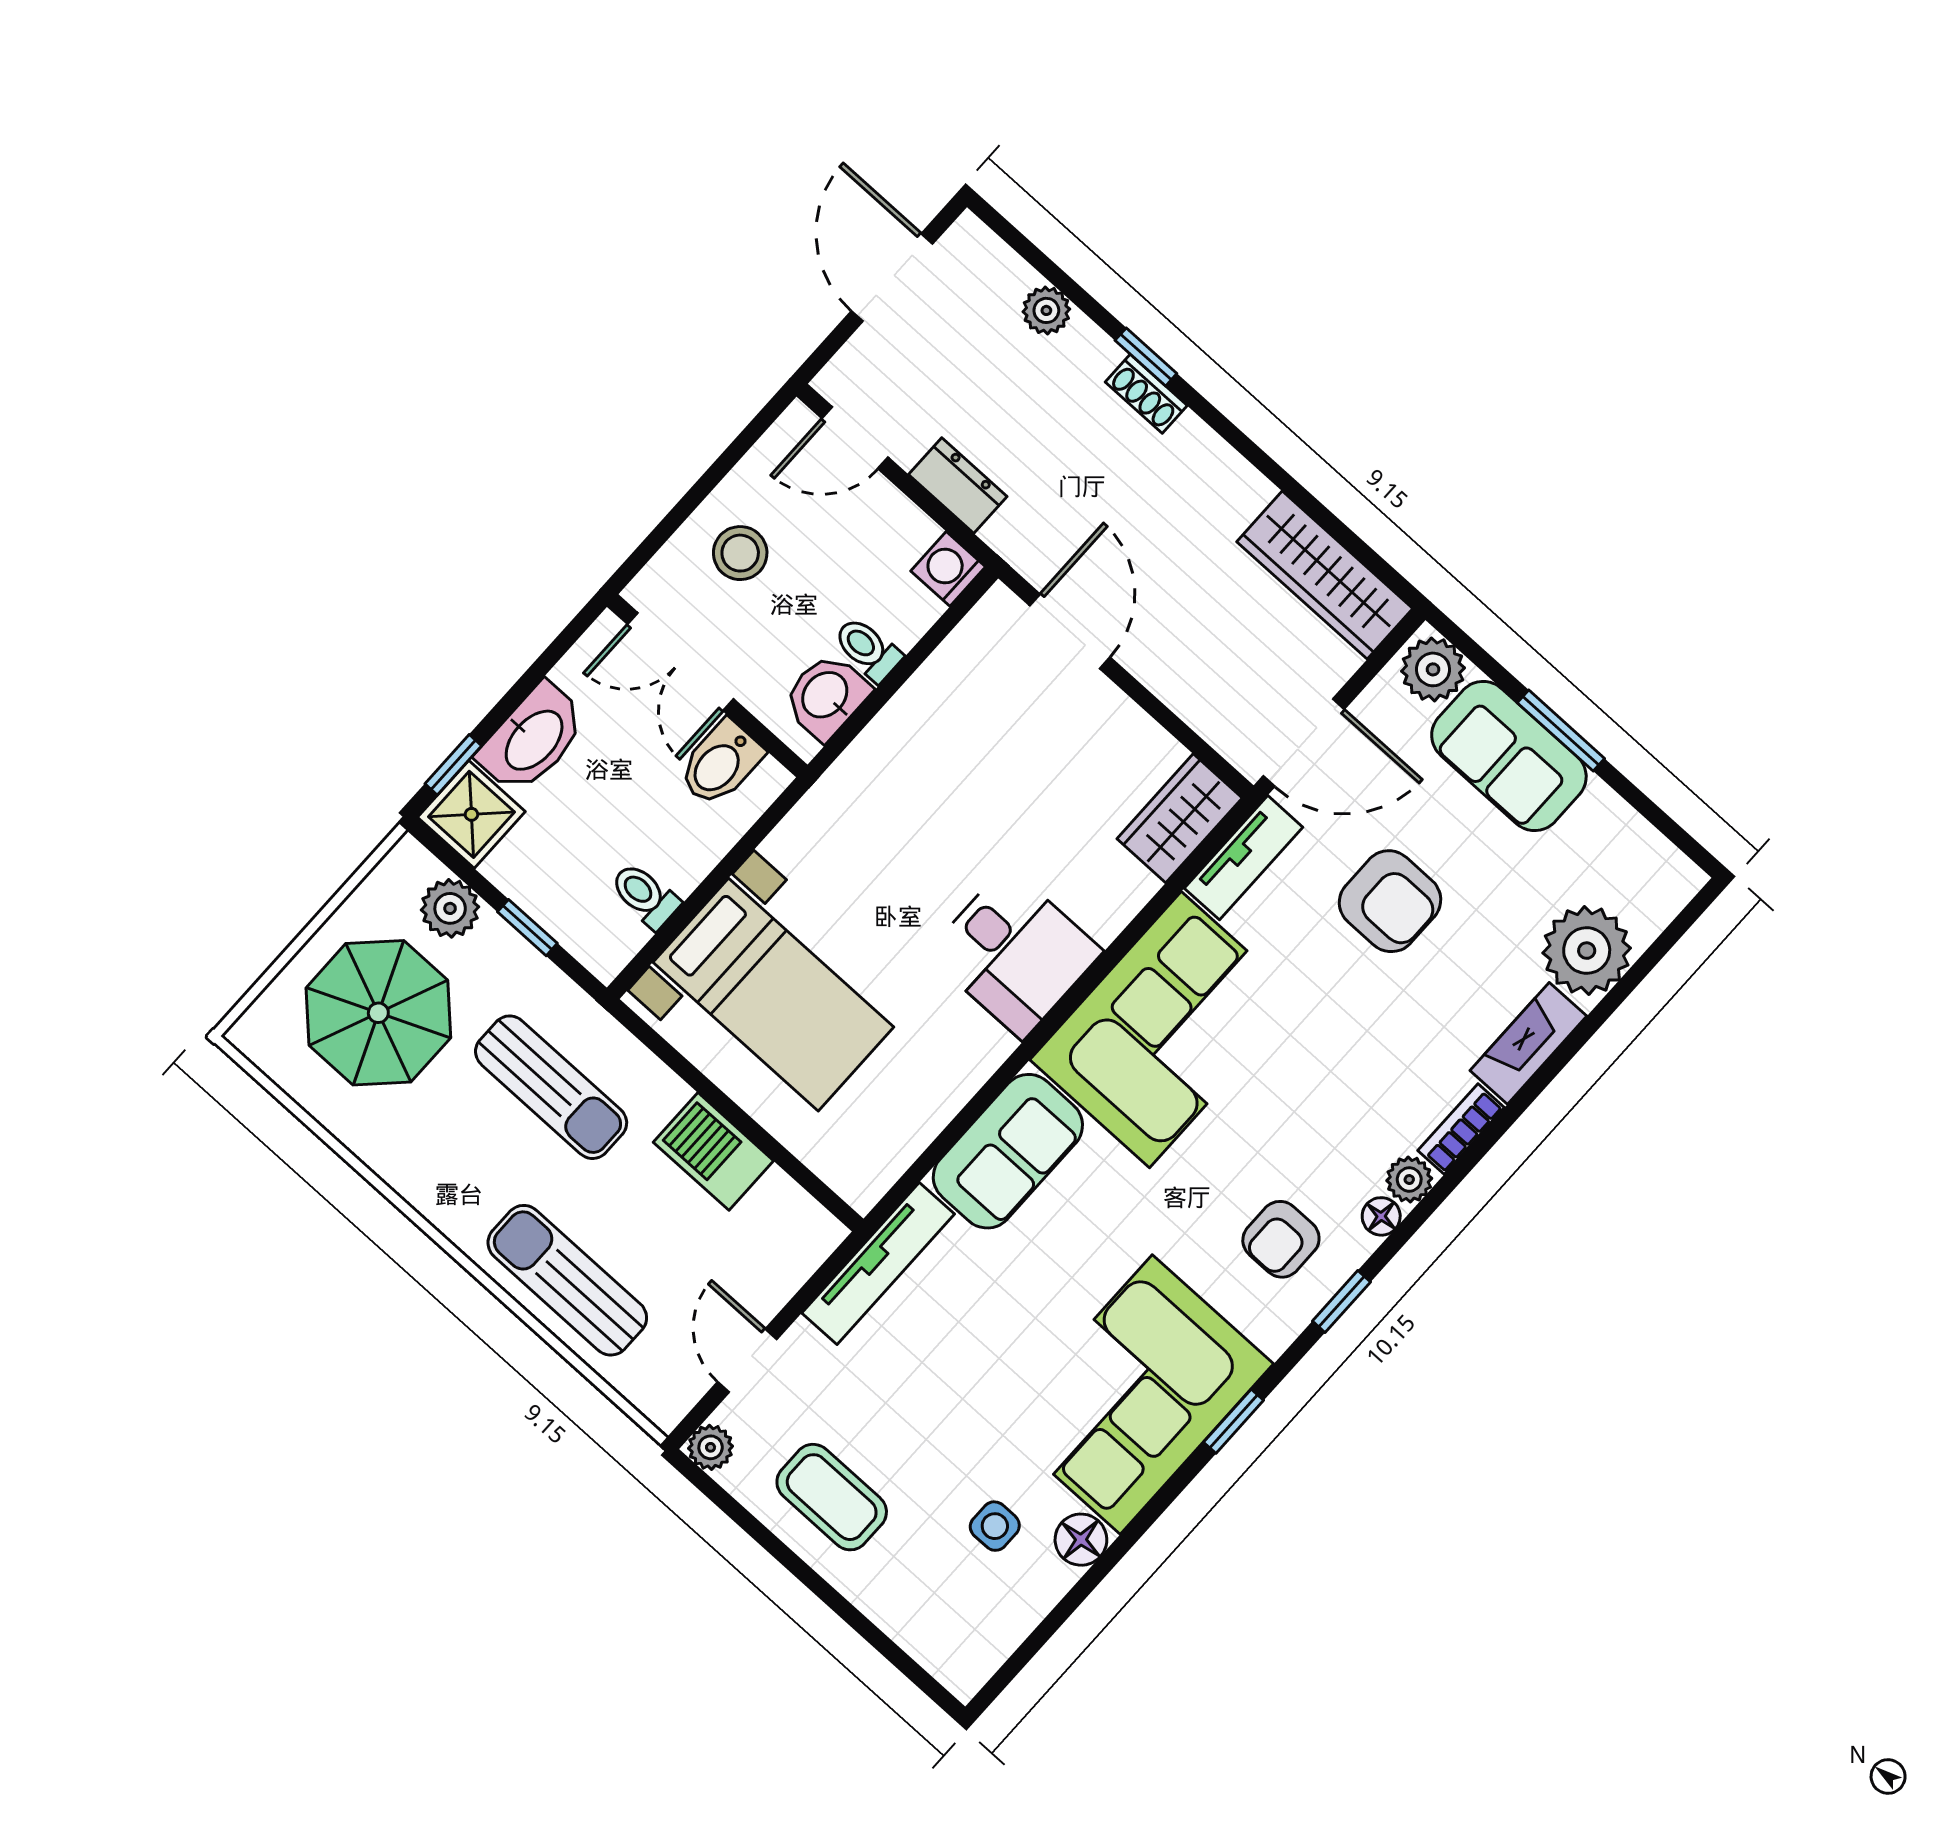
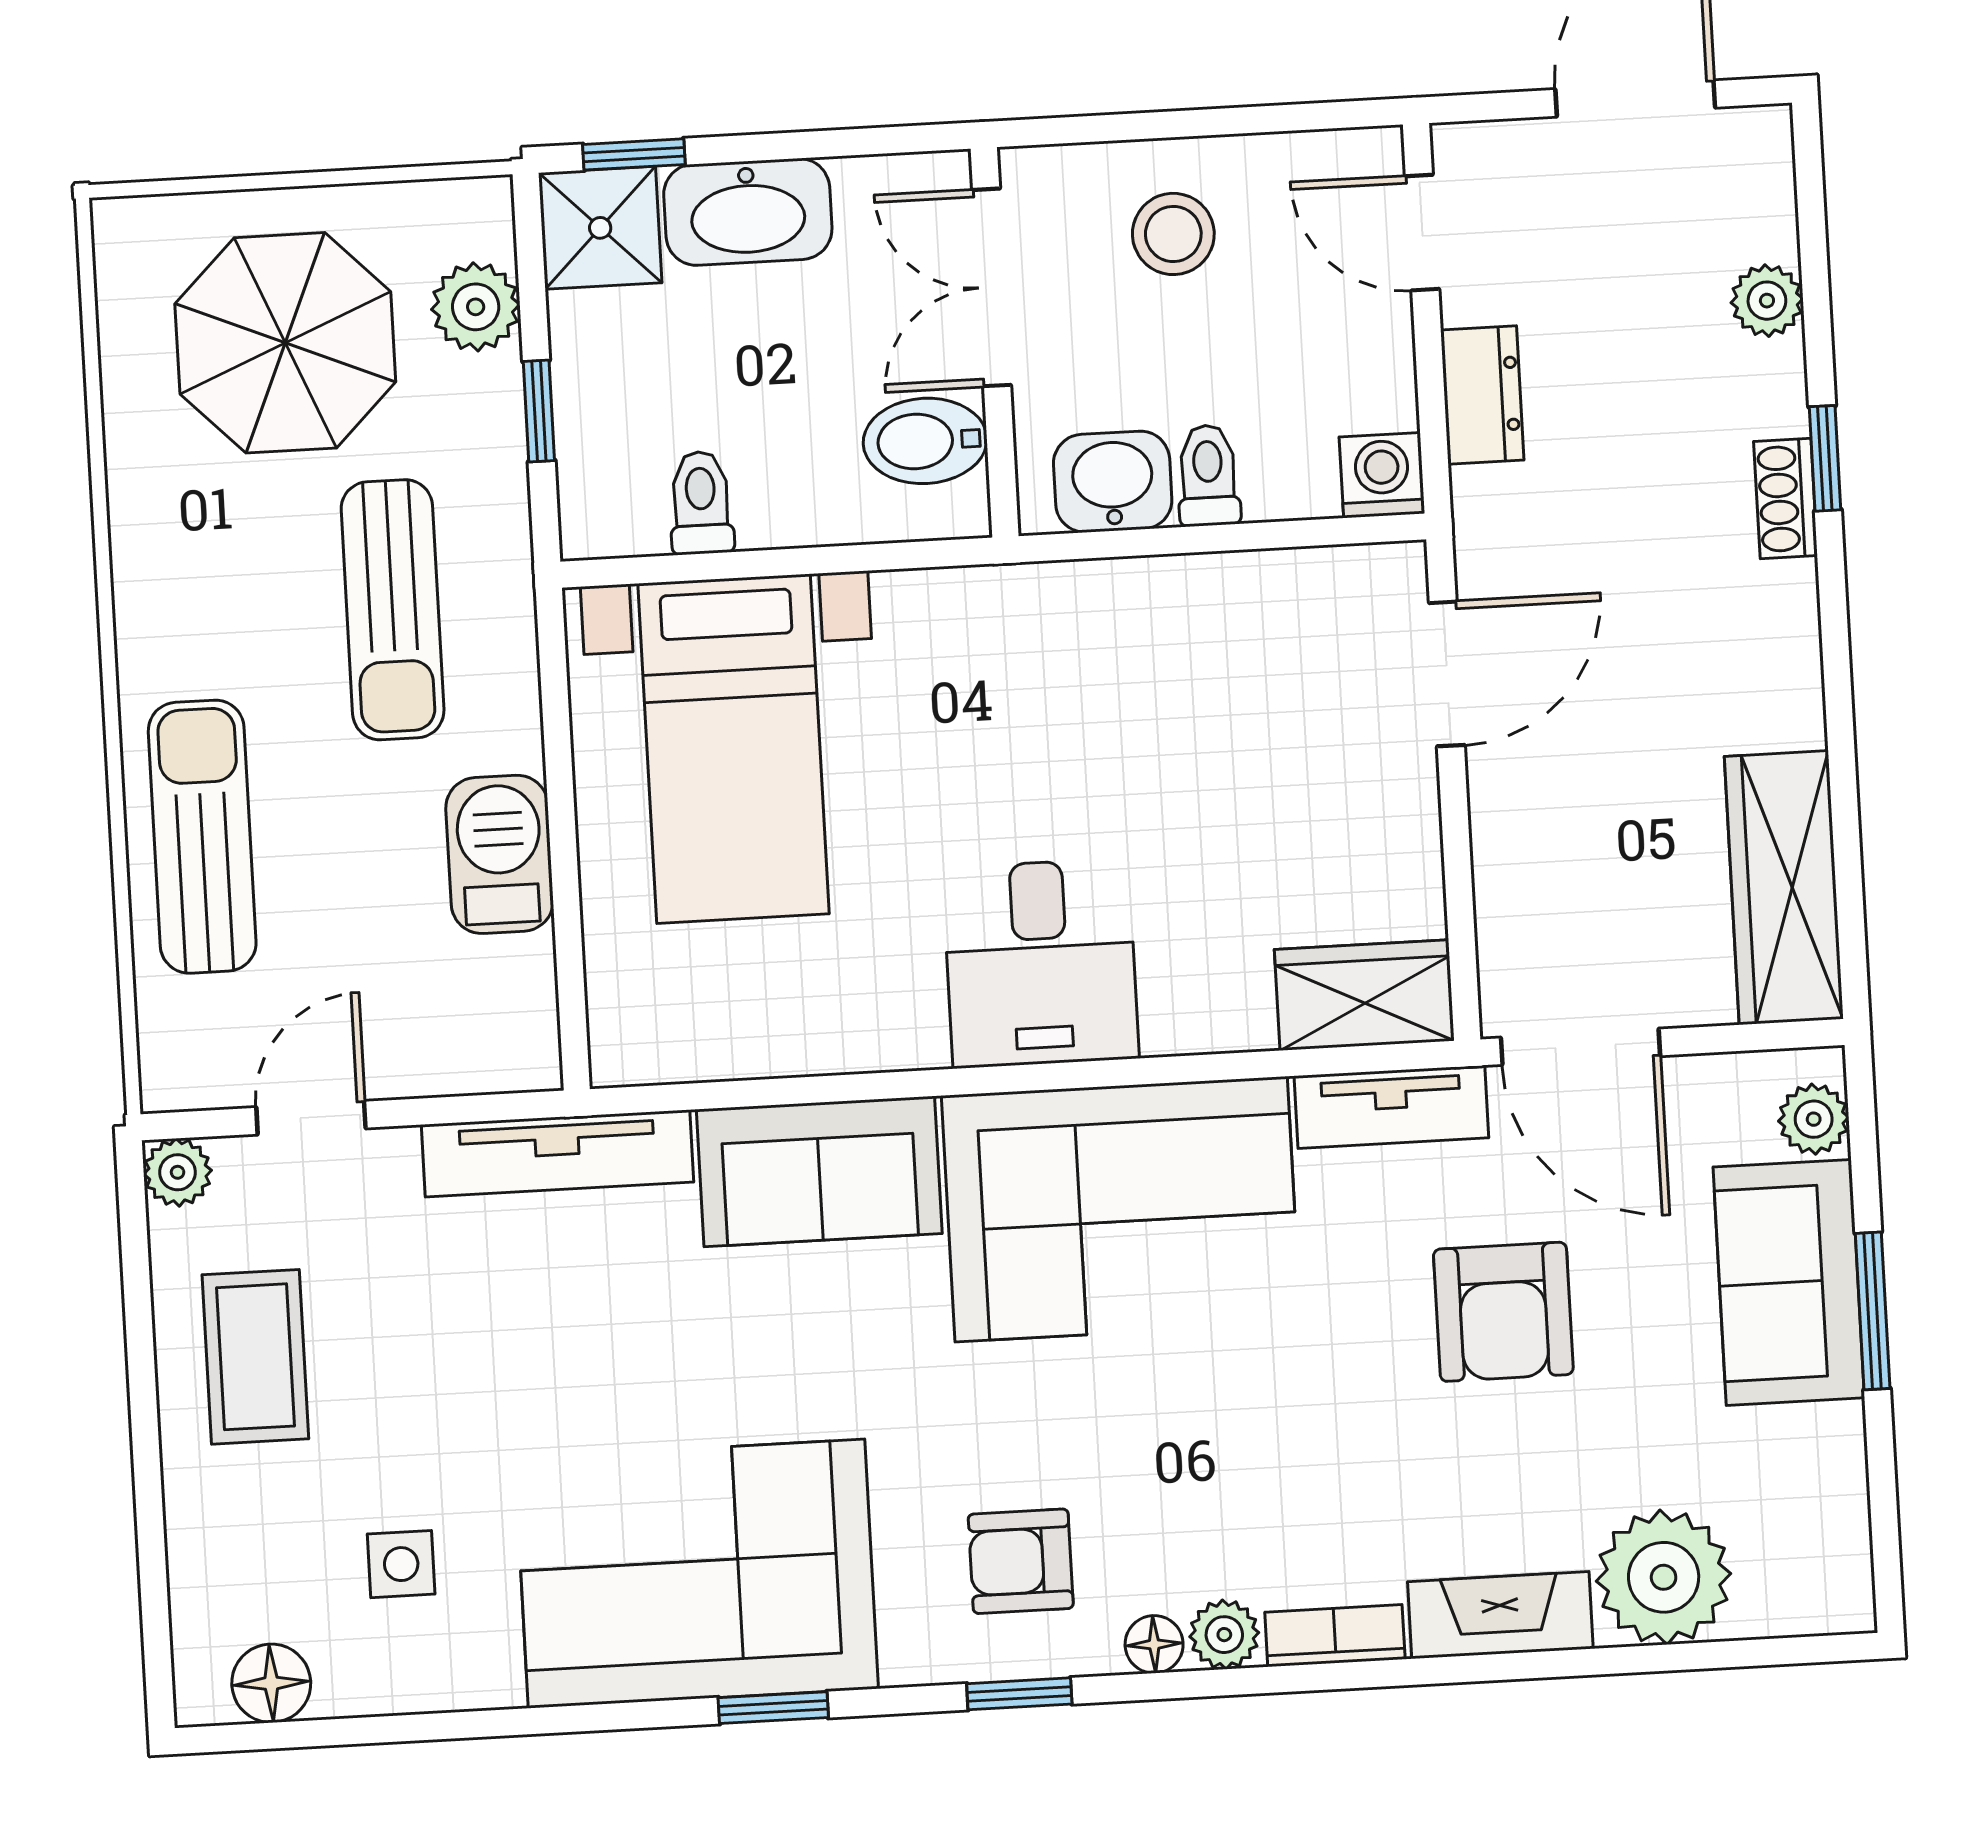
plant: (1433, 669) -> (1814, 1119), width x0.73, depth x0.73
floor lamp: (1081, 1540) -> (271, 1683), moved

